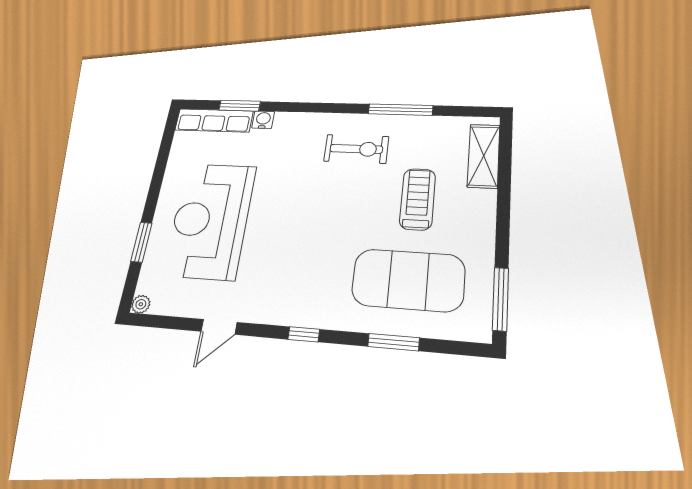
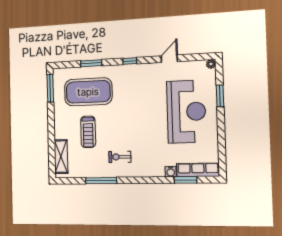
exercise bike: (356, 149) -> (120, 157), width x0.73, depth x0.72

